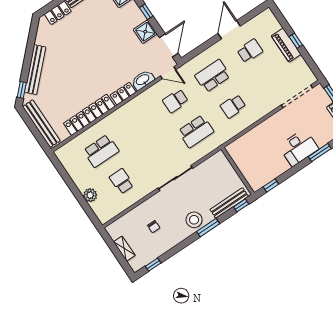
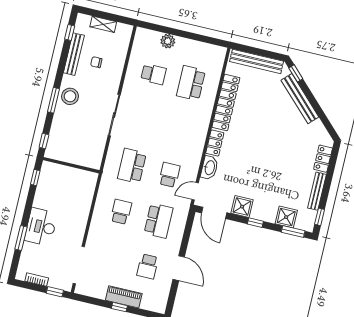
bench: (229, 203) -> (74, 54), moved

